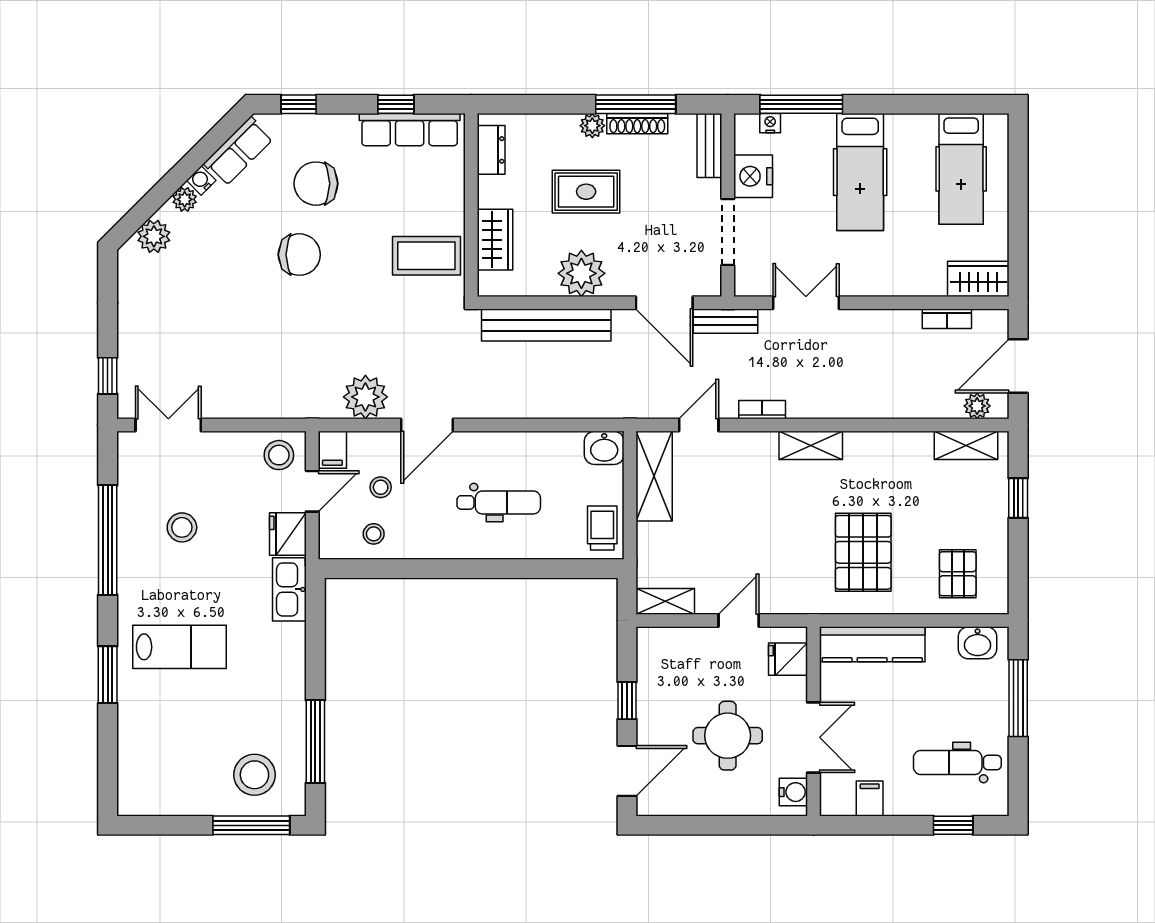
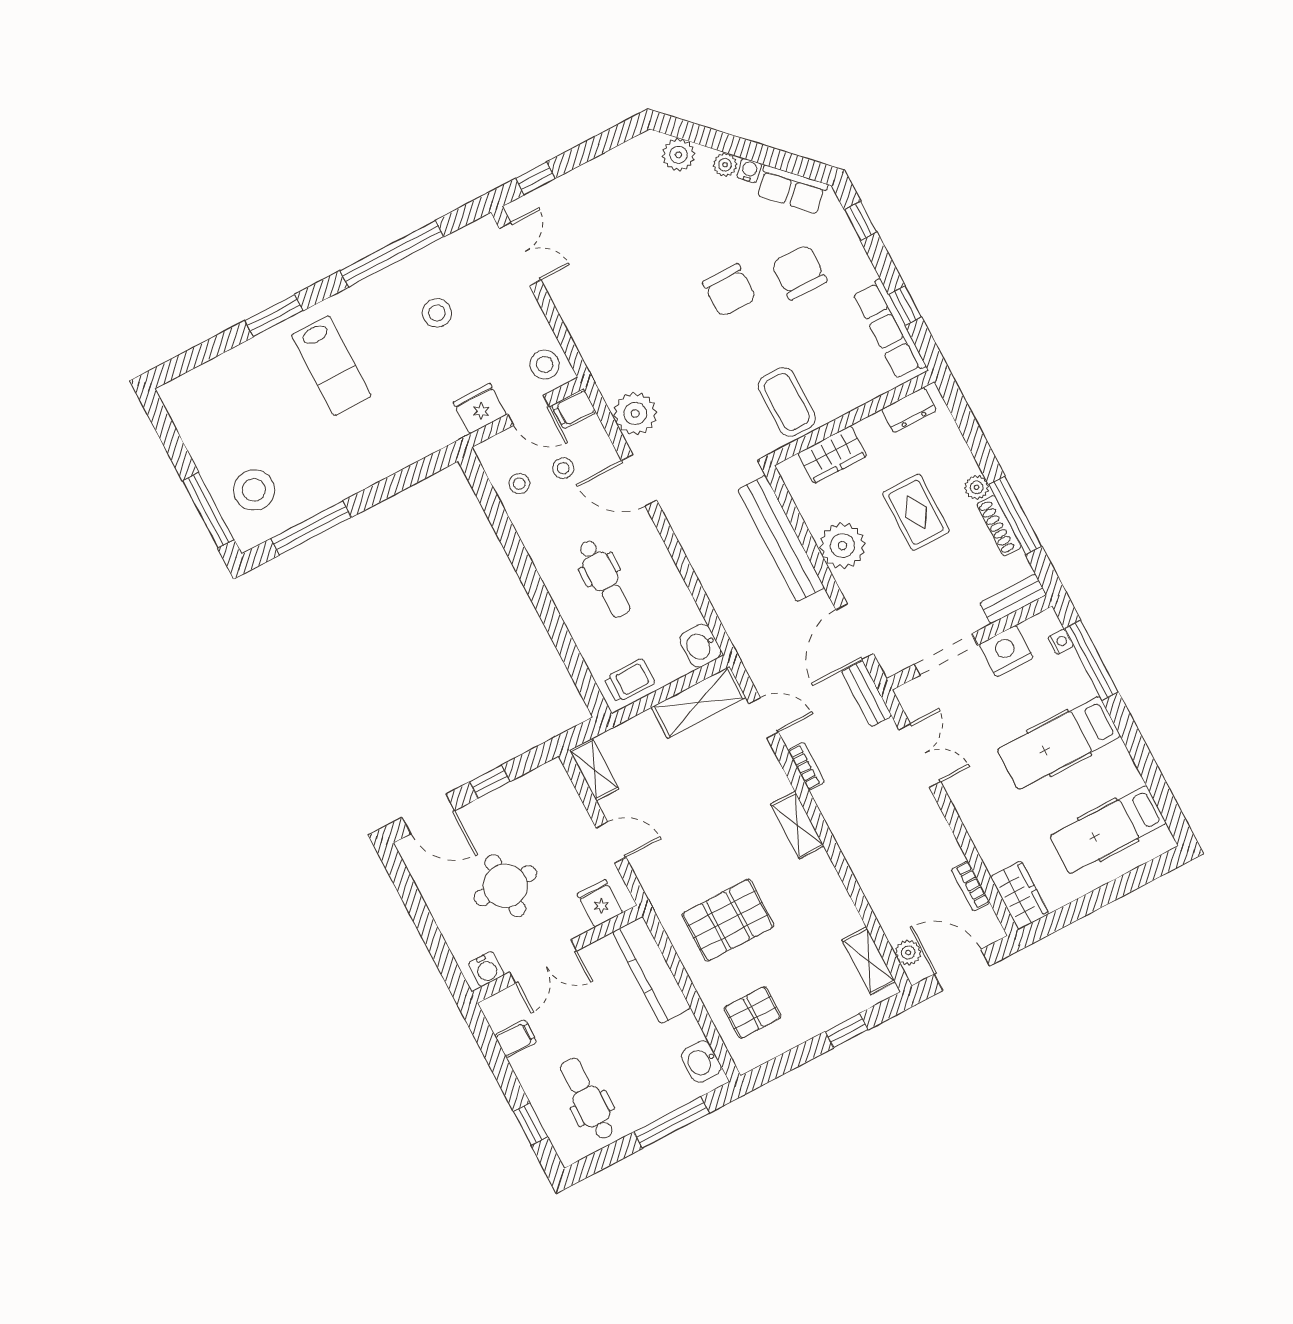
kitchen sink: (289, 589) -> (432, 435), removed

